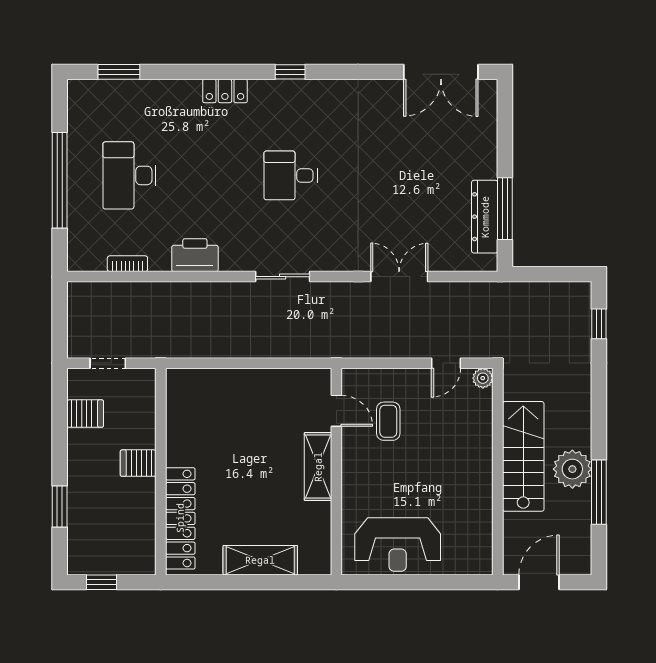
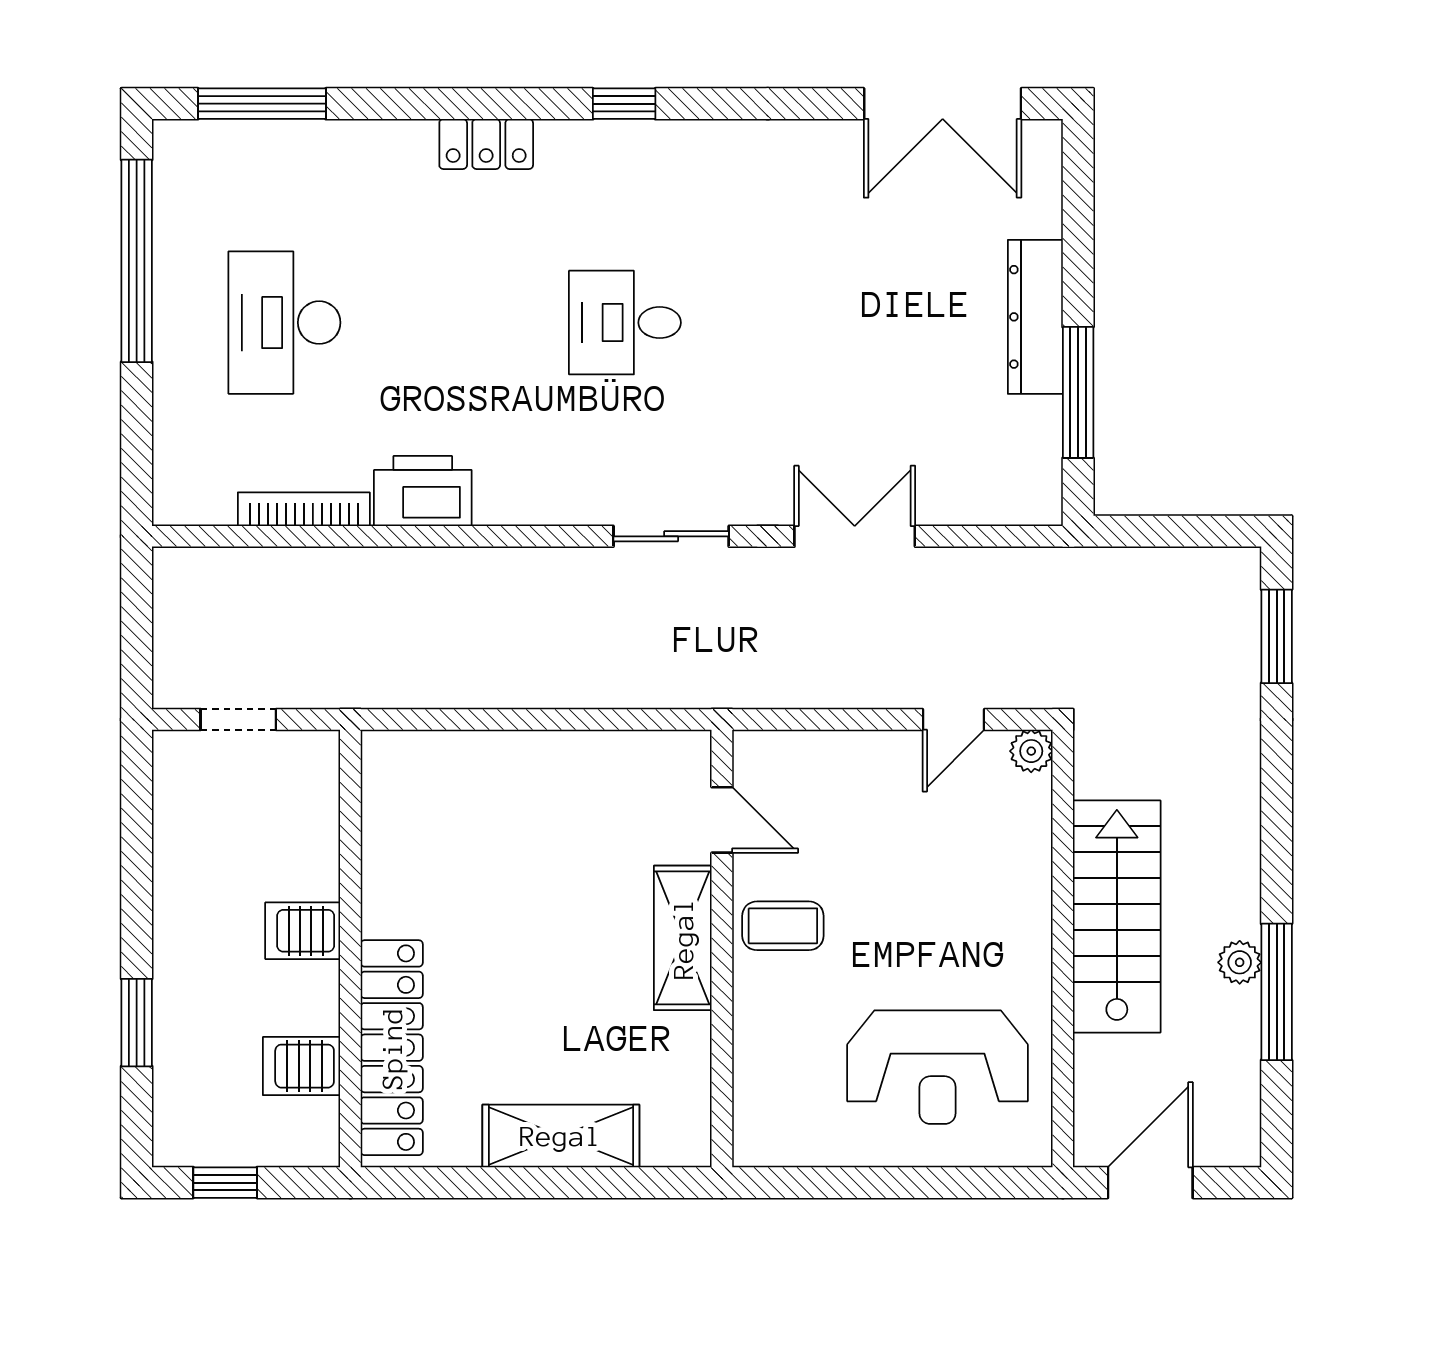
window: (119, 72) -> (262, 104), width x1.44
window: (60, 180) -> (137, 261), moved
dresser: (485, 217) -> (1035, 317), moved
bookcase: (127, 264) -> (304, 509), width x1.56
sliding door: (283, 277) -> (671, 536), moved
window: (599, 324) -> (1277, 636), width x1.50
server rack: (85, 414) -> (301, 1066), moved, turned 180
coffee table: (388, 421) -> (783, 926), moved, turned 90
plant: (572, 469) -> (1240, 962), width x0.53, depth x0.53
reception desk: (398, 545) -> (938, 1067), moved

